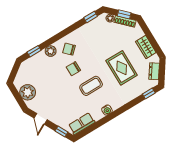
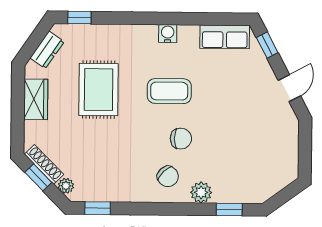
plant: (28, 92) -> (283, 147), removed

